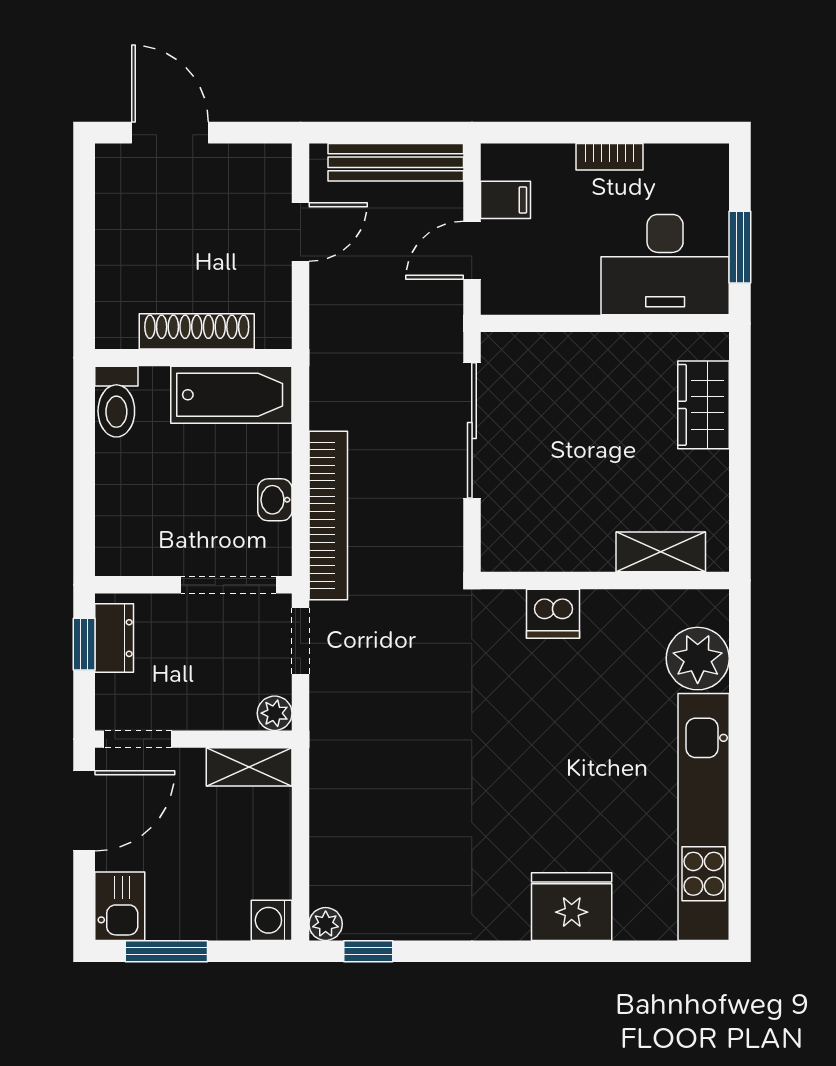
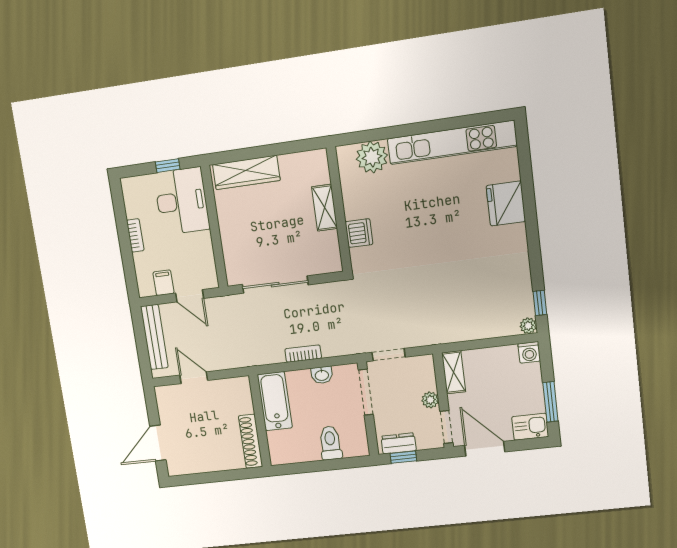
window: (740, 247) -> (168, 166), width x0.67
shoe rack: (197, 331) -> (251, 441), moved
toilet: (116, 402) -> (330, 443), moved, turned -90
wardrobe: (704, 405) -> (246, 172), width x1.50
bookcase: (328, 515) -> (303, 354), width x0.43, depth x0.76
shelving: (661, 552) -> (325, 208), moved
plant: (275, 713) -> (430, 400), moved

